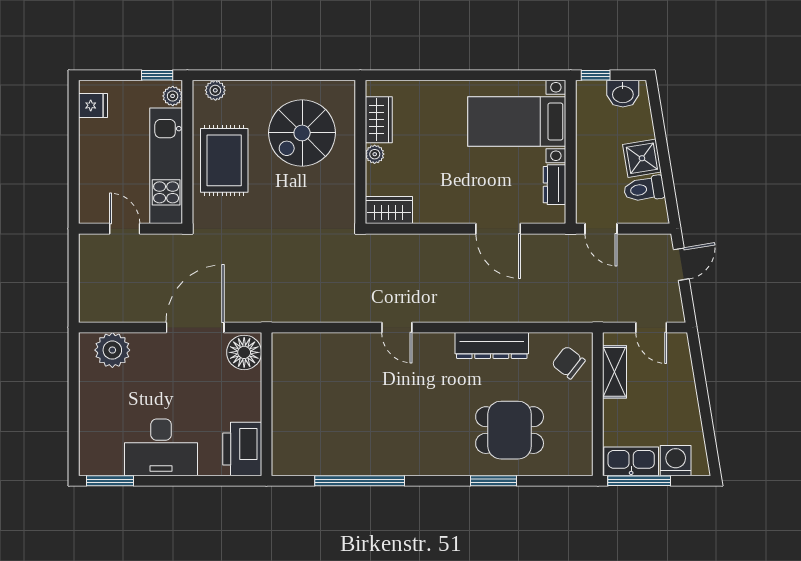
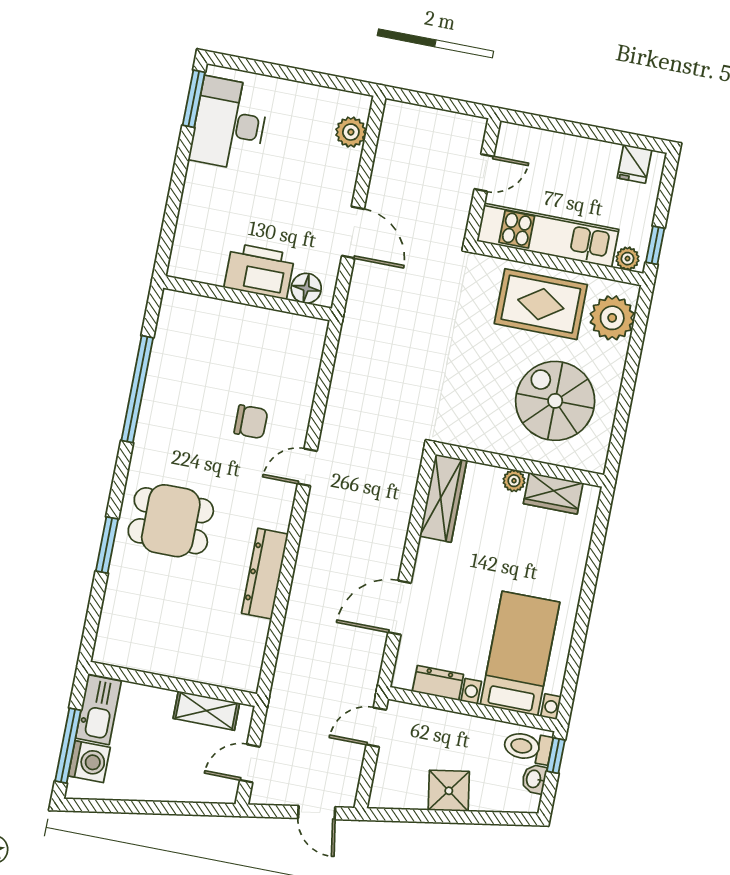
plant: (215, 90) -> (612, 318), width x1.88, depth x1.88
washbasin: (623, 94) -> (534, 779), width x0.72, depth x0.69
toilet: (644, 189) -> (528, 747), moved, turned -81
wardrobe: (389, 210) -> (443, 498), width x1.50
door: (195, 327) -> (353, 232), width x0.73
plant: (112, 350) -> (351, 132), width x0.73, depth x0.73
floor lamp: (244, 352) -> (306, 288), width x0.73, depth x0.73
chair: (568, 362) -> (251, 422), moved, turned 52
dining table: (510, 430) -> (171, 521), moved, turned 90
desk: (161, 447) -> (229, 124), moved
printer: (242, 449) -> (259, 271), moved
window: (639, 481) -> (68, 746), moved

